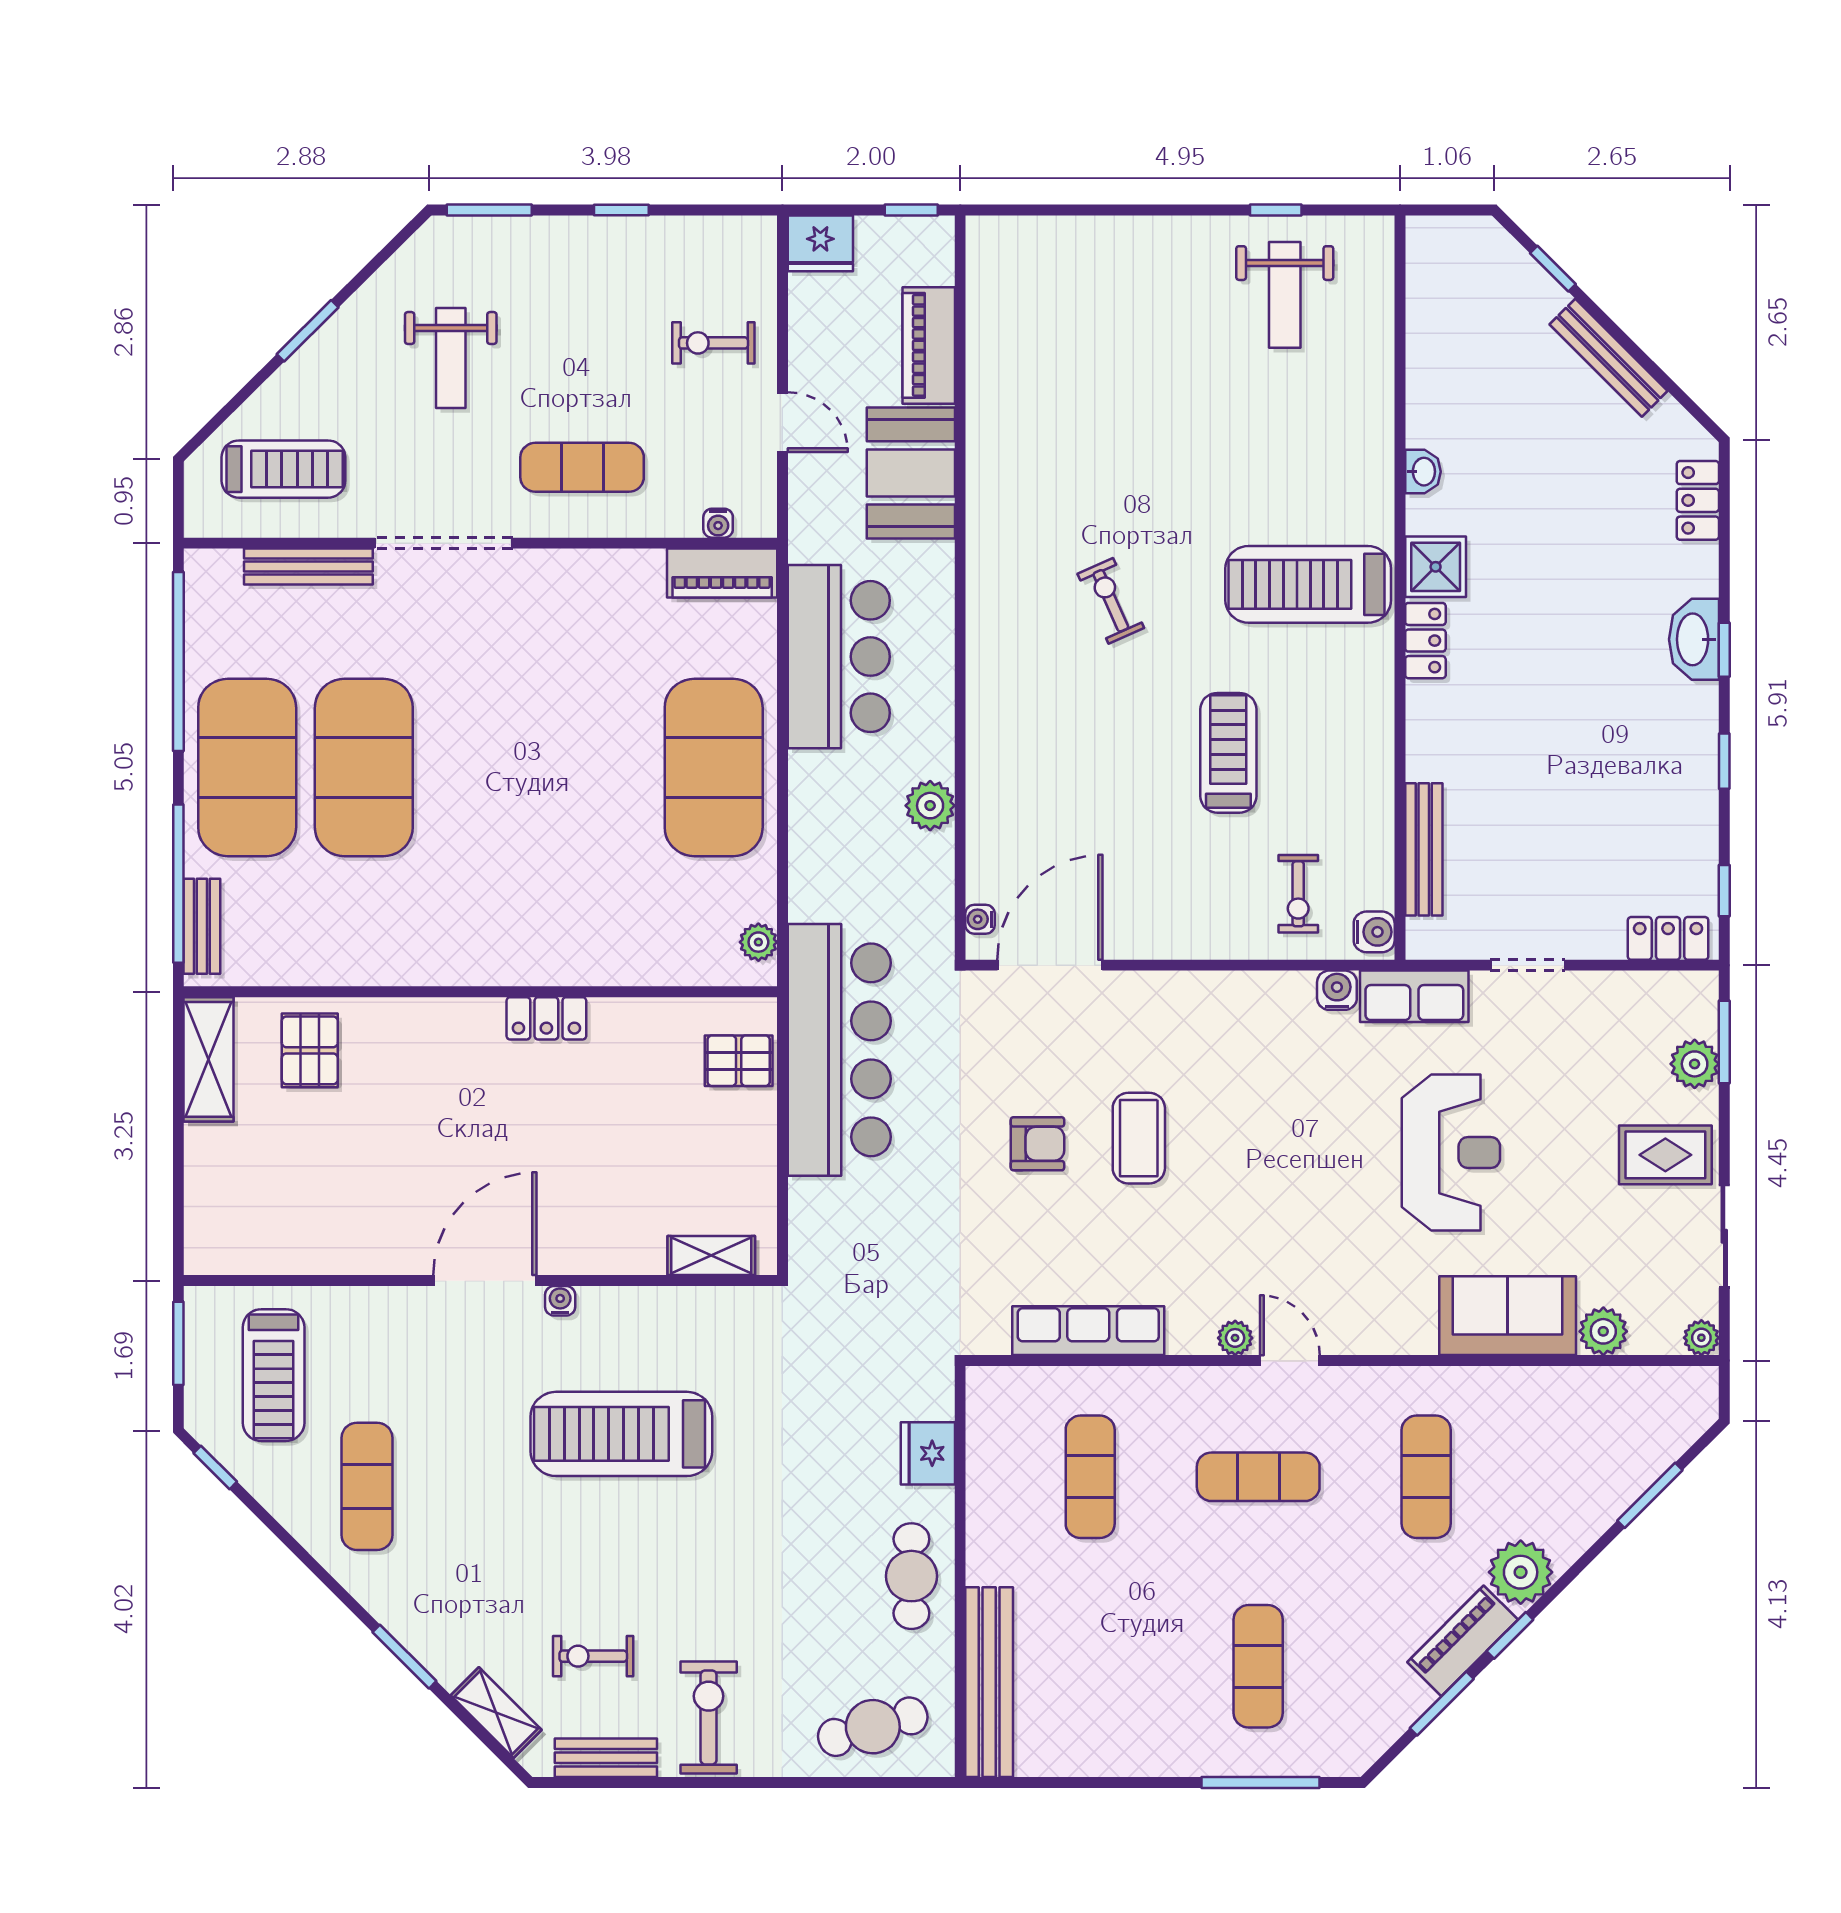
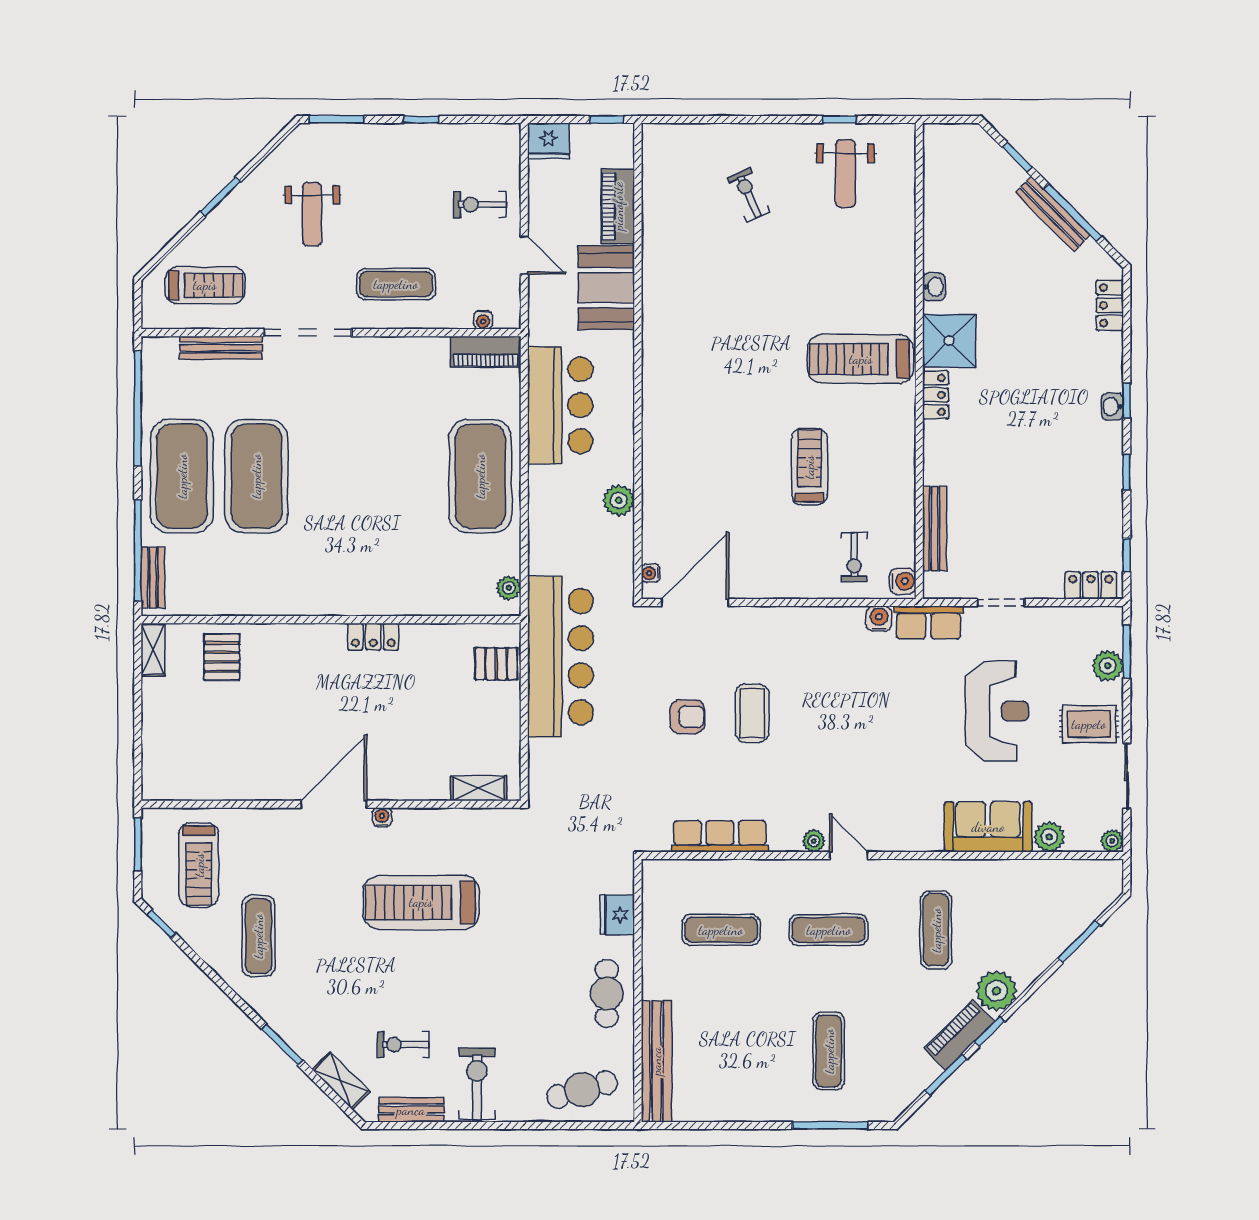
window: (1640, 356) -> (1073, 213), added
shower: (1436, 567) -> (949, 341), width x1.36, depth x1.36
exercise bike: (1111, 601) -> (749, 195), moved
washbasin: (1694, 639) -> (1112, 407), width x0.52, depth x0.69
shelving: (209, 1059) -> (153, 650), width x0.67, depth x0.75
reception desk: (1451, 1152) -> (997, 711), moved
exercise mat: (1090, 1477) -> (721, 930), turned 90

